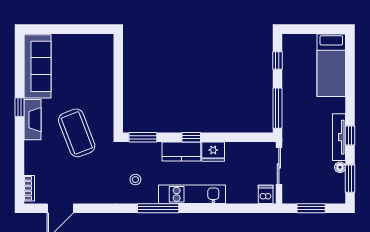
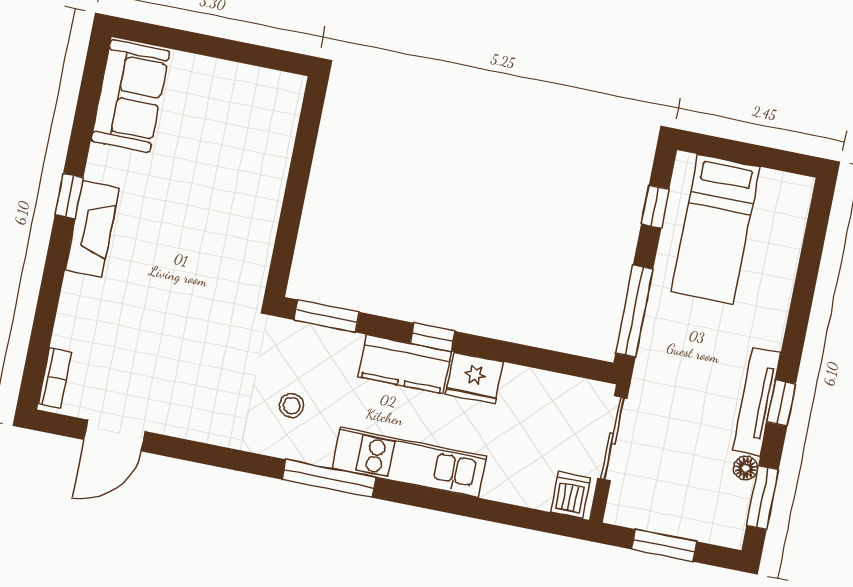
bed: (331, 65) -> (716, 229), moved
sofa: (38, 66) -> (130, 96), width x0.73
coffee table: (77, 133) -> (183, 278), removed

